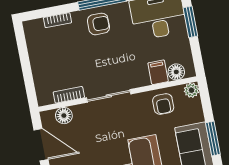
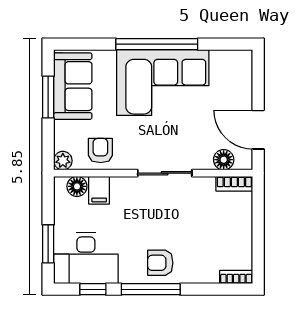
bookcase: (57, 20) -> (236, 277), moved
bookcase: (69, 95) -> (234, 184), moved

